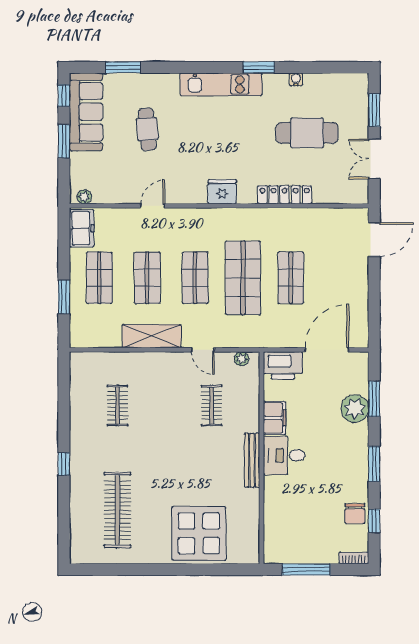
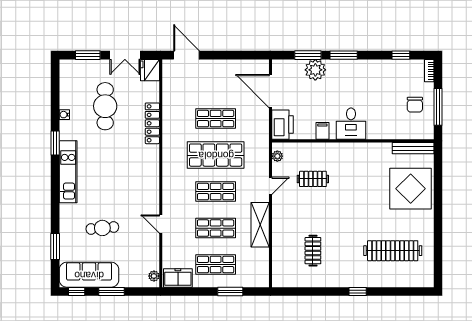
fridge: (222, 192) -> (150, 70), moved
clothes rail: (118, 405) -> (313, 251), turned 90
filing cabinet: (274, 418) -> (322, 131), width x0.50
bench: (252, 460) -> (413, 148), moved
window: (374, 464) -> (344, 55), moved
chair: (355, 514) -> (415, 105), moved, turned 90

